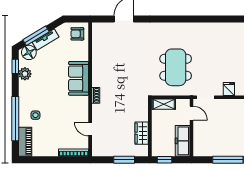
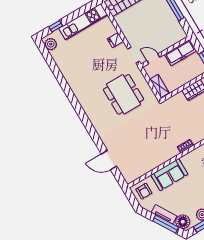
dining table: (176, 67) -> (123, 94), turned 90
sofa: (79, 78) -> (169, 175), moved
door: (192, 113) -> (153, 59), hinge flipped

